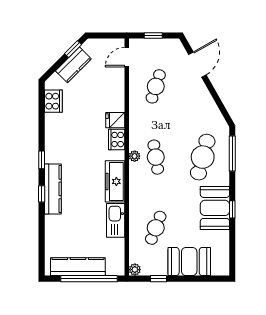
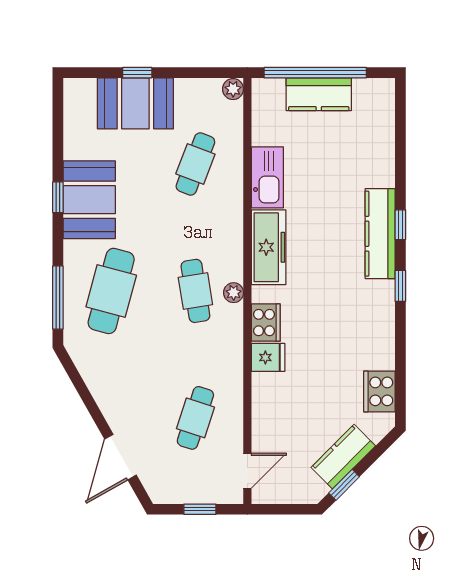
kitchen counter: (78, 267) -> (319, 94), width x0.67
window: (159, 279) -> (137, 73), moved

